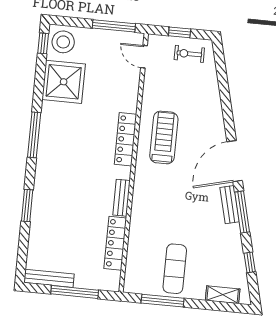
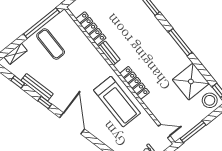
treadmill: (164, 137) -> (117, 102), width x1.37, depth x1.38
bench: (230, 205) -> (37, 87), moved, width x1.36
window: (242, 212) -> (45, 103), width x0.46
window: (163, 301) -> (42, 23), width x1.46

